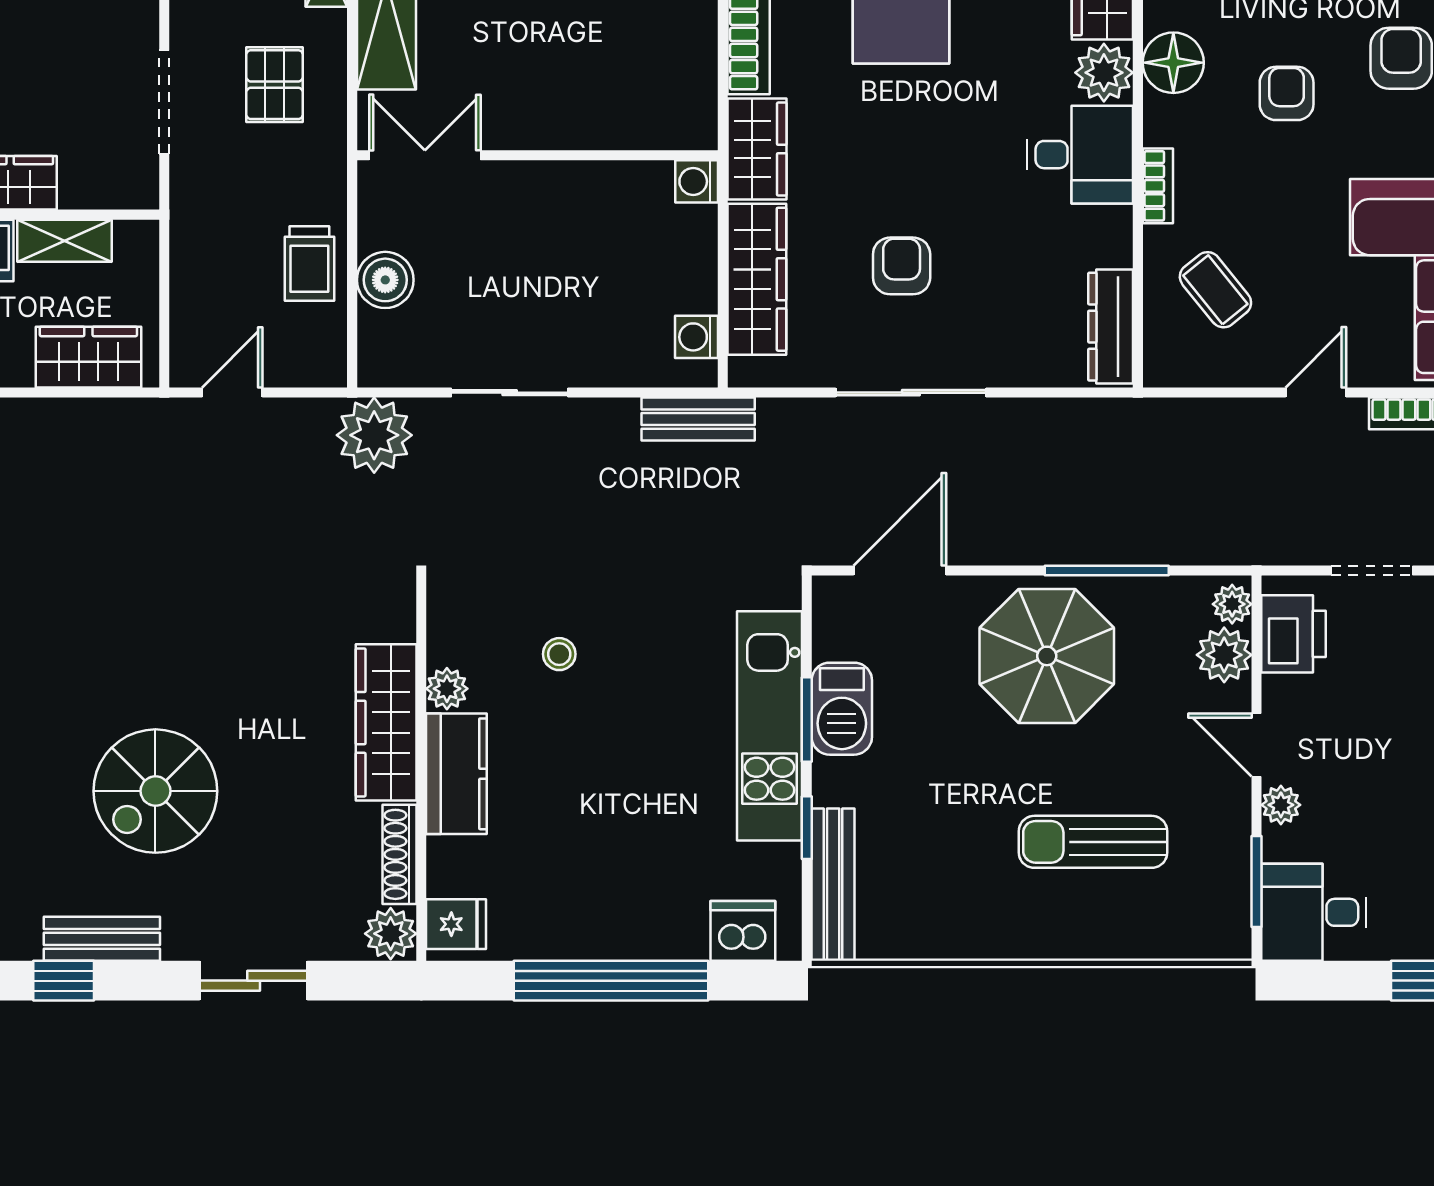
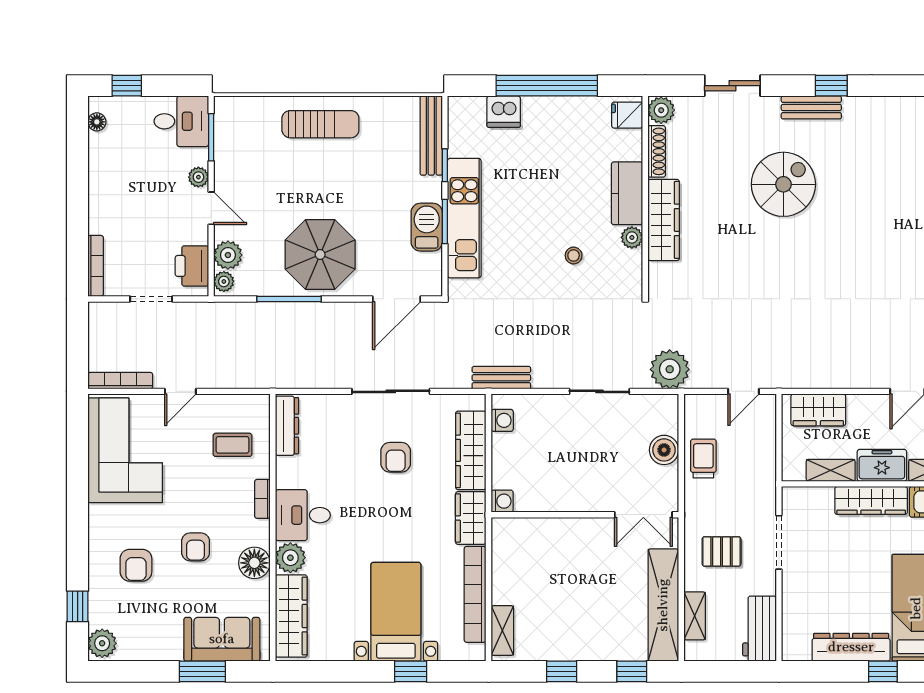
pallet: (275, 85) -> (722, 551), turned 90
coffee table: (1215, 290) -> (232, 445), turned -51
sun lounger: (1093, 842) -> (320, 124), moved
dishwasher: (743, 931) -> (504, 112), moved

